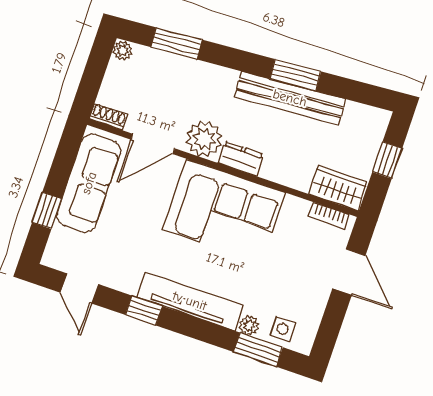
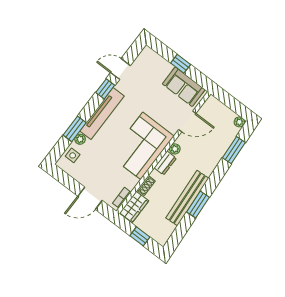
shoe rack: (109, 116) -> (146, 185), moved
plant: (204, 139) -> (175, 149), width x0.53, depth x0.53
door: (153, 144) -> (187, 121), swing flipped
sofa: (89, 183) -> (184, 87), width x0.73
window: (47, 211) -> (181, 64), moved
door: (79, 288) -> (120, 69), moved
window: (258, 350) -> (75, 129), moved

